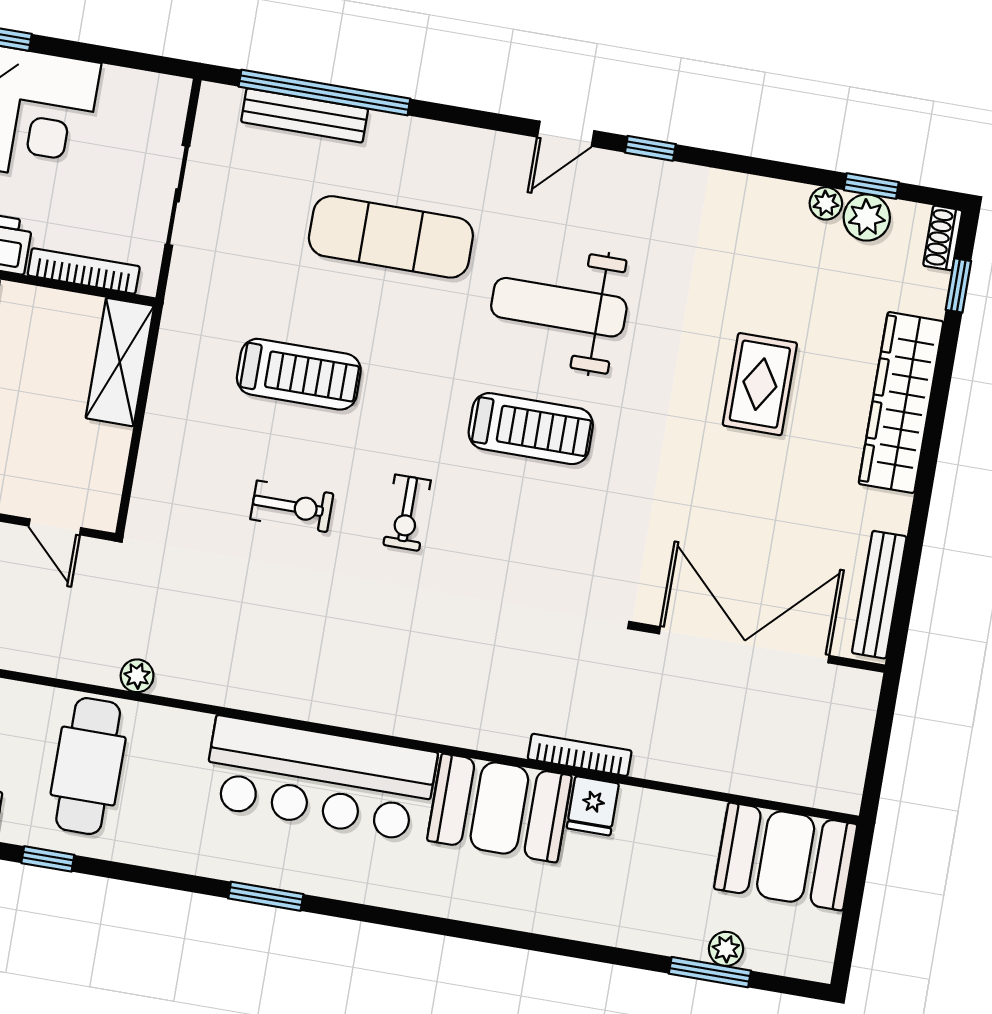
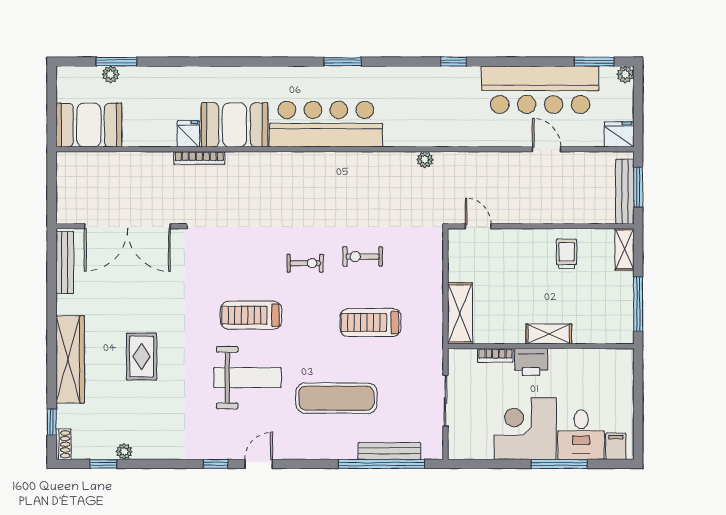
plant: (867, 217) -> (103, 448), removed
bookcase: (84, 271) -> (495, 355), width x0.64
exercise bike: (407, 513) -> (305, 263), turned 90
cafe table: (88, 766) -> (441, 111), removed

